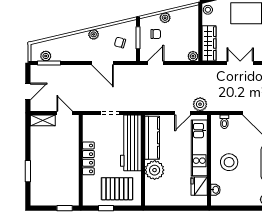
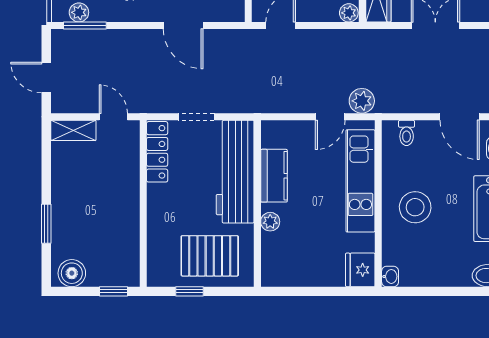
door: (28, 91) -> (46, 78), swing flipped
kitchen counter: (152, 138) -> (274, 176), width x0.67
locker: (88, 158) -> (157, 152), moved
plant: (155, 170) -> (270, 222), width x0.53, depth x0.53
fridge: (199, 186) -> (360, 270), moved
washbasin: (215, 190) -> (390, 276), moved
boiler: (42, 198) -> (72, 273), added

